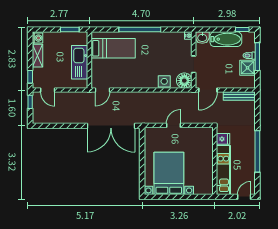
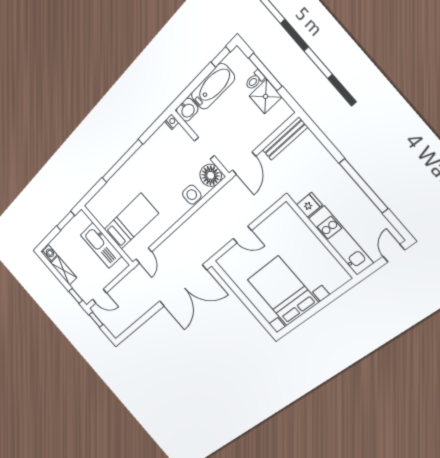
bed: (113, 48) -> (131, 222), moved
door: (174, 125) -> (242, 235), swing flipped

